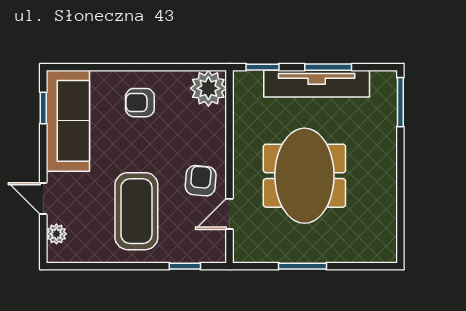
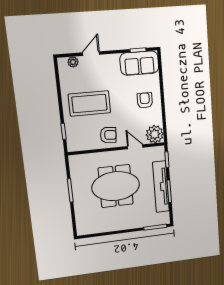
sofa: (68, 121) -> (139, 63), width x0.73
door: (229, 214) -> (135, 147), moved

